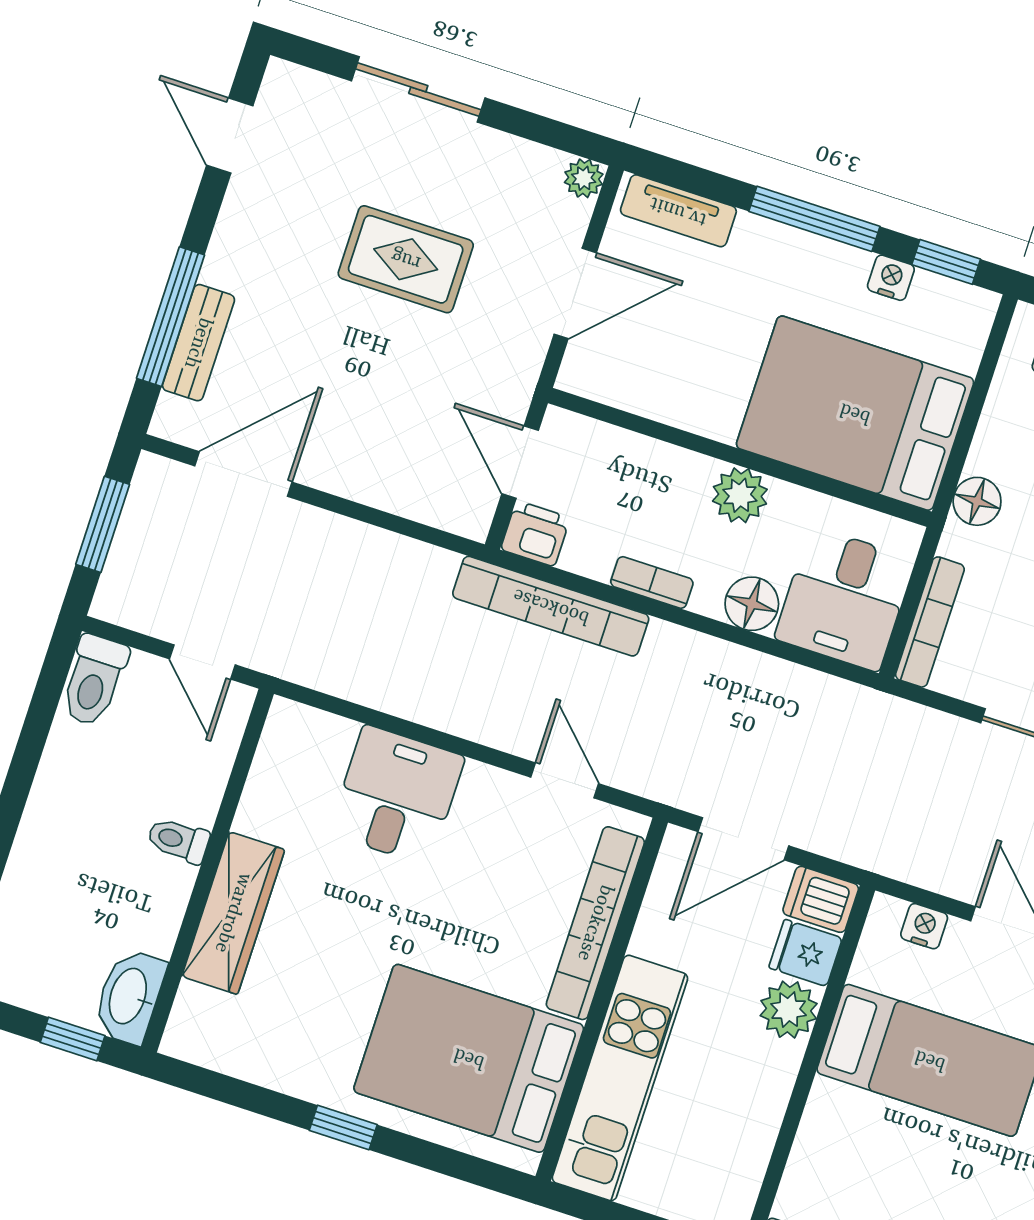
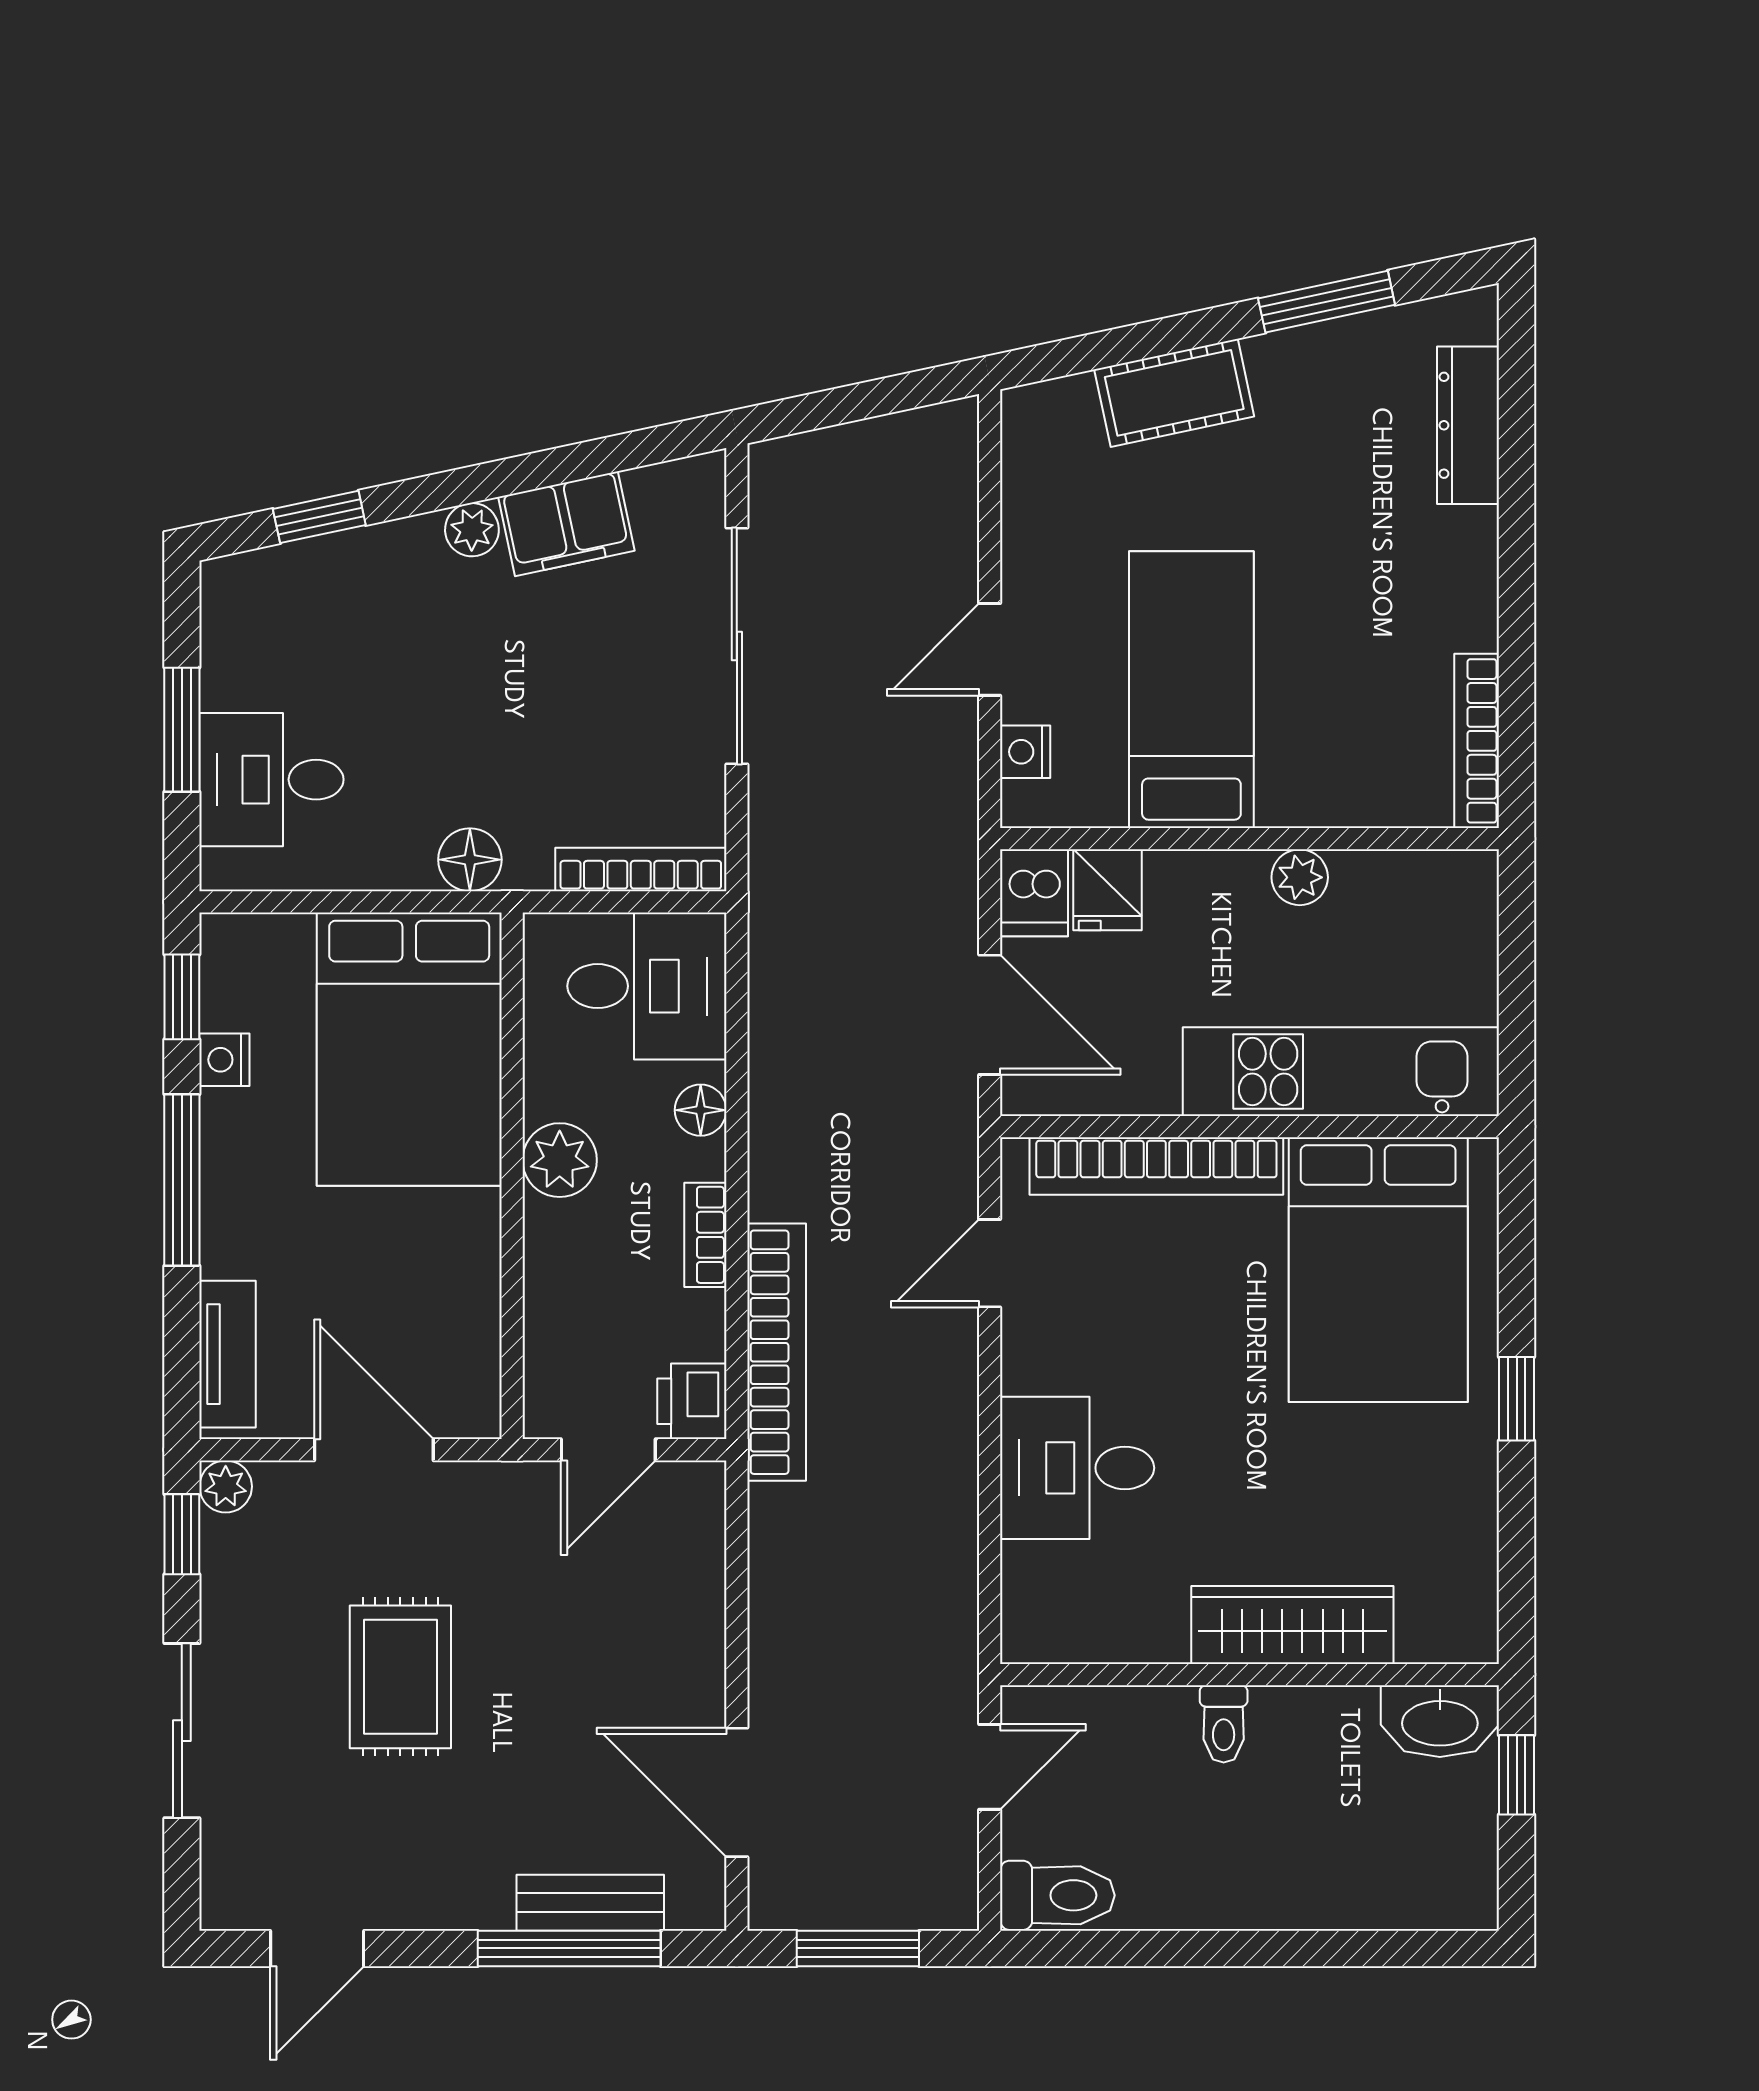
window: (560, 136) -> (182, 1534), added
floor lamp: (752, 604) -> (701, 1110), width x0.73, depth x0.73
plant: (789, 1010) -> (1300, 877), moved, width x0.73, depth x0.73

